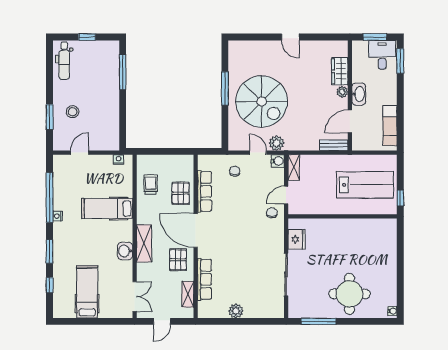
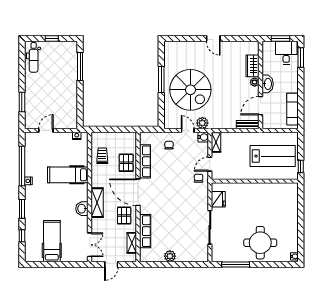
stool: (73, 112) -> (40, 98), removed

